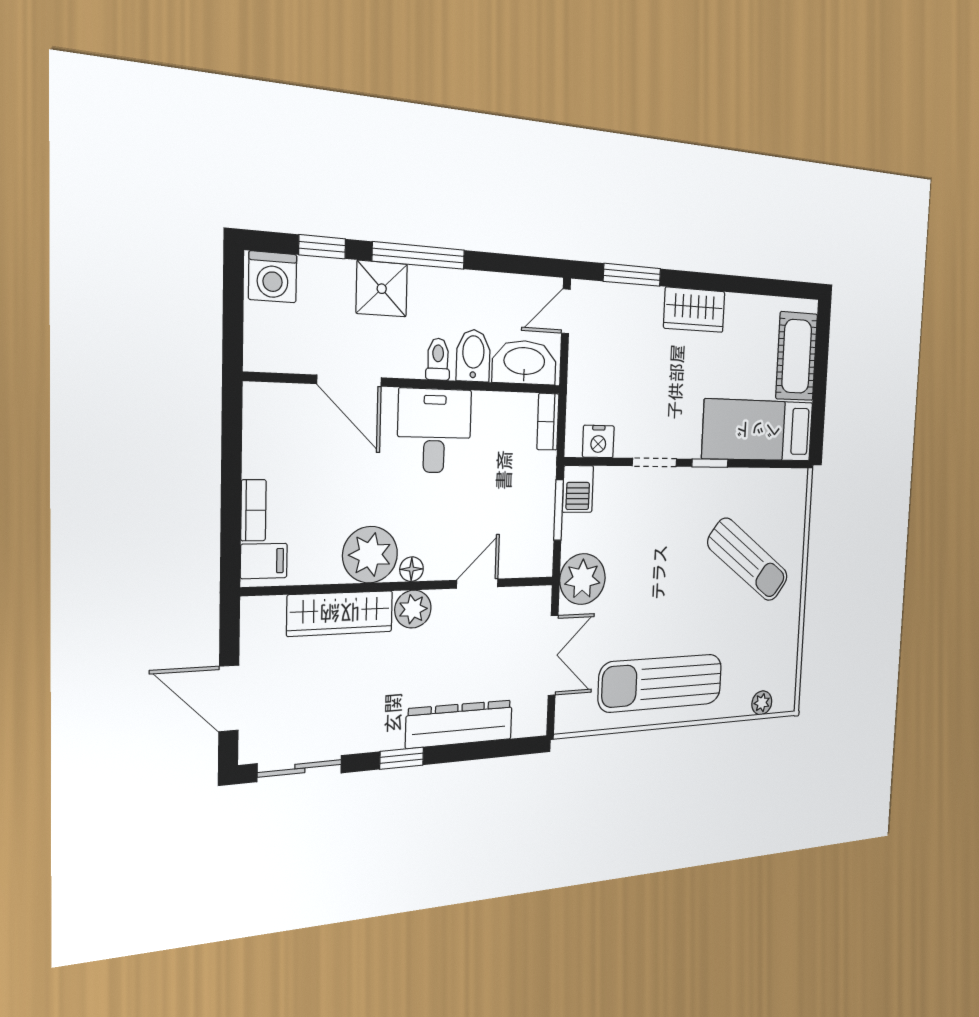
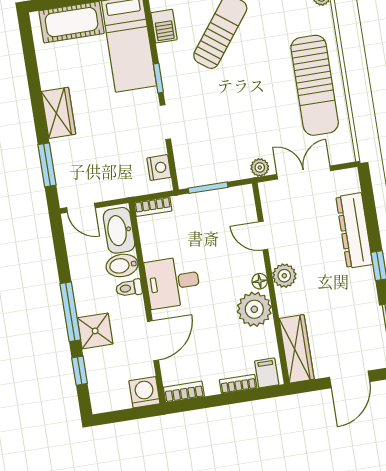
washing machine: (273, 277) -> (144, 392), moved, turned -90
bookcase: (256, 416) -> (184, 392), added
barbecue: (578, 489) -> (164, 26), moved, turned 90
plant: (583, 579) -> (260, 167), width x0.53, depth x0.53
wardrobe: (340, 613) -> (297, 349), moved

